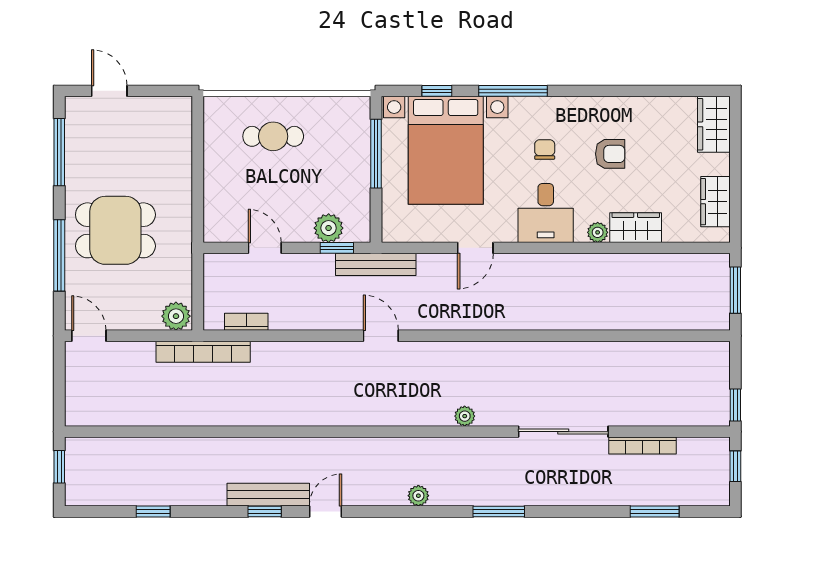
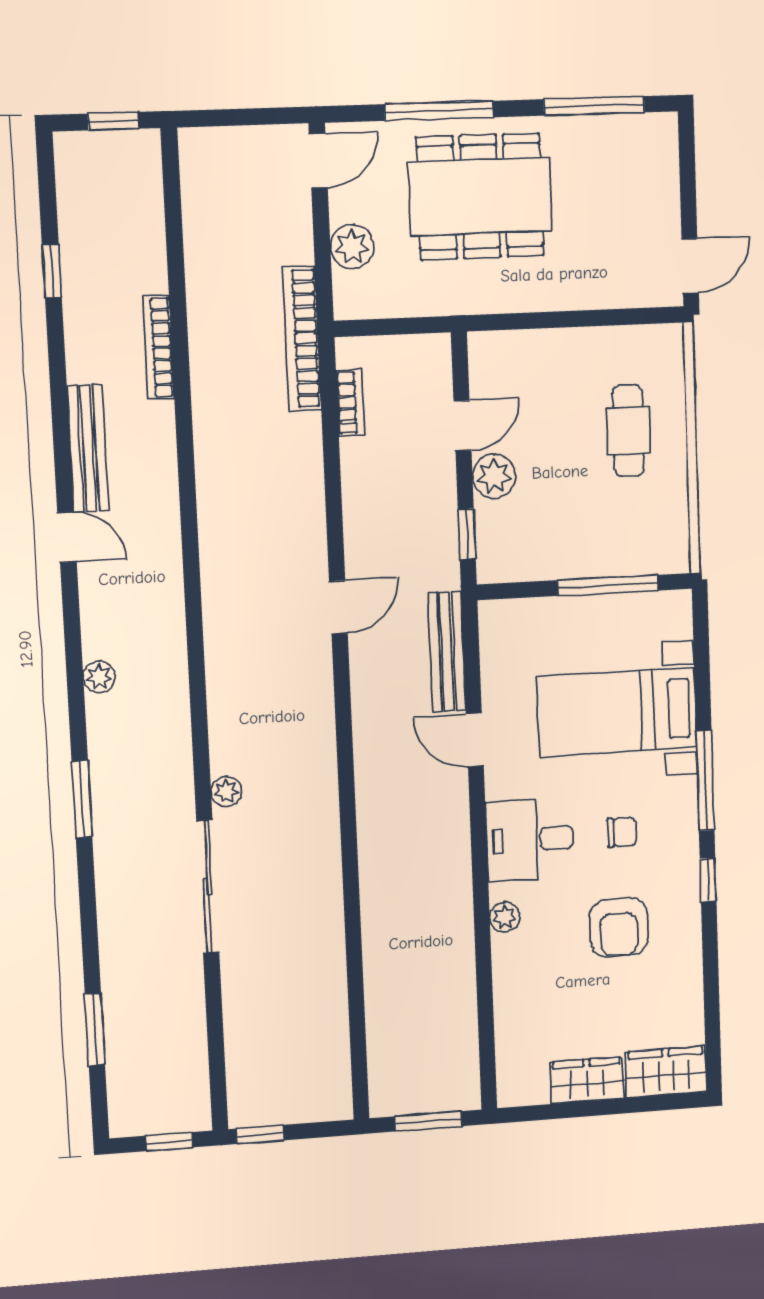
door: (109, 91) -> (690, 266), moved
window: (437, 91) -> (708, 880), moved
bed with nightstands: (446, 150) -> (617, 712), width x0.73
armchair: (610, 154) -> (619, 927), width x1.38, depth x1.38
wardrobe: (715, 202) -> (587, 1080), moved
plant: (329, 228) -> (494, 476), moved
wardrobe: (636, 228) -> (513, 971), removed
dining table: (115, 230) -> (480, 197), width x1.38
bench: (376, 264) -> (447, 652), moved
plant: (176, 316) -> (352, 246), moved
plant: (465, 416) -> (226, 792), moved
bookcase: (642, 446) -> (159, 347), moved
window: (265, 511) -> (62, 444), removed

